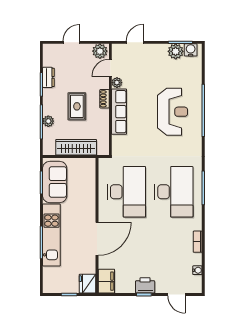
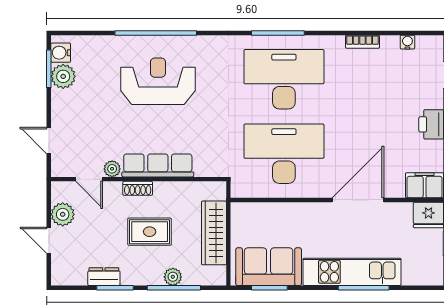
plant: (100, 51) -> (63, 214), moved
door: (97, 239) -> (358, 200), hinge flipped

